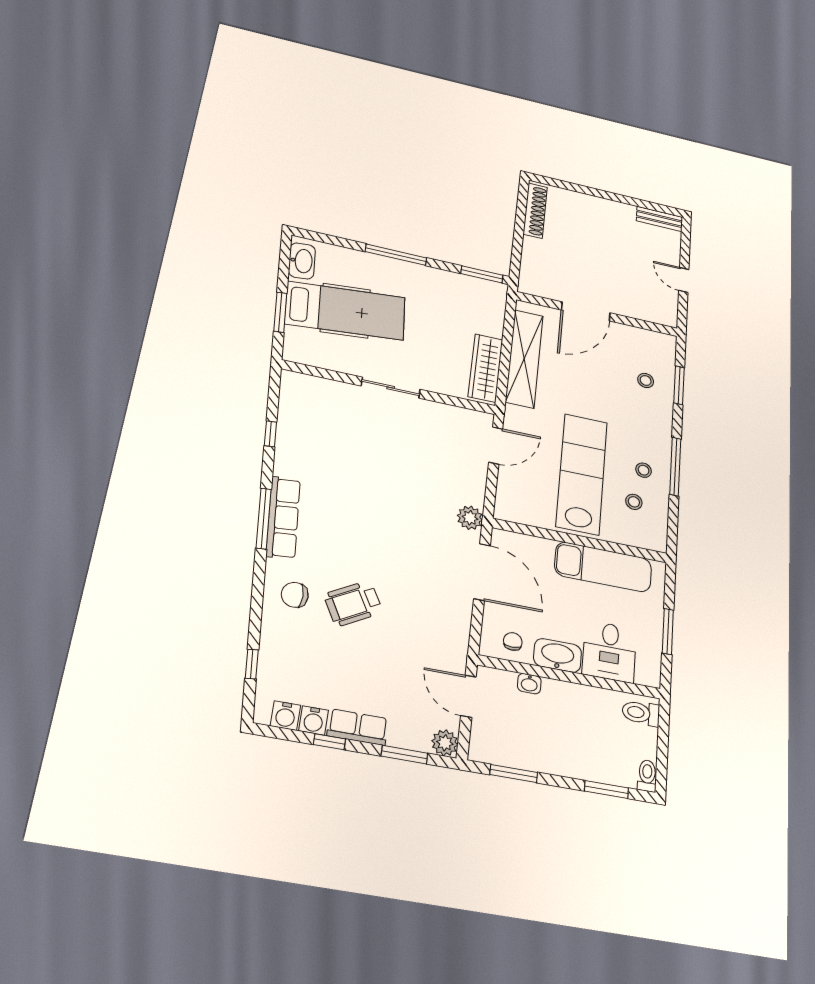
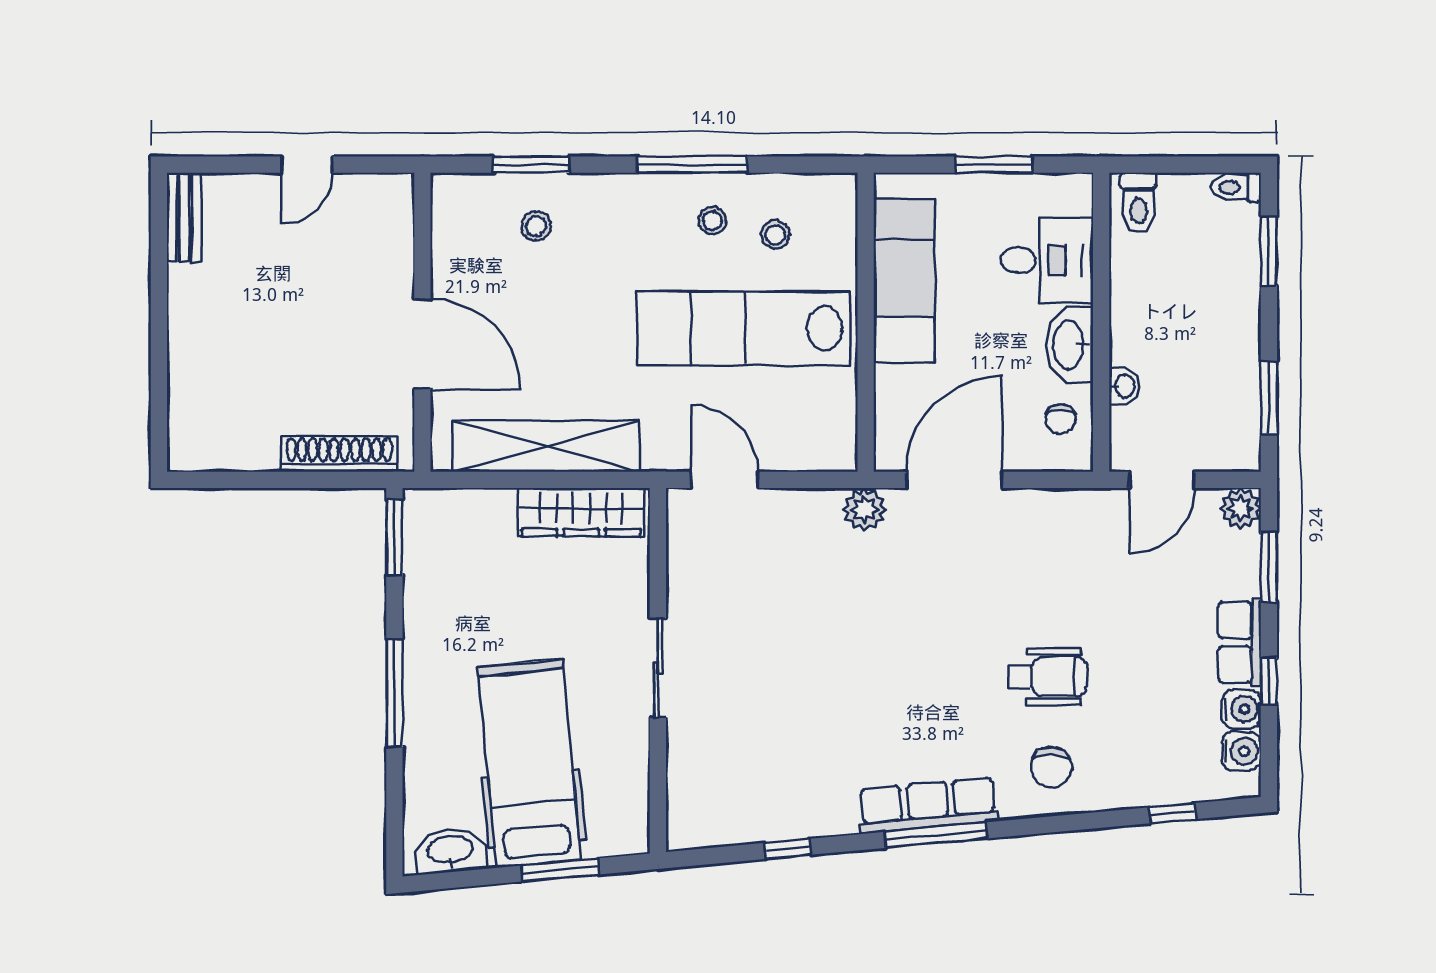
shoe rack: (535, 211) -> (339, 454), moved
wheelchair: (353, 603) -> (1047, 677), turned -61
chair: (513, 641) -> (1061, 419), turned -90

